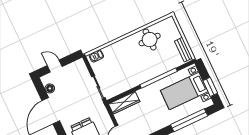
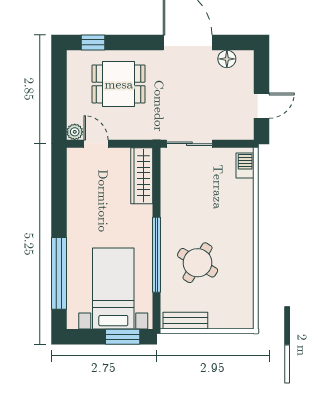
round table: (150, 40) -> (198, 263), moved, turned 31
door: (55, 66) -> (262, 106), moved
window: (210, 87) -> (123, 337), moved

